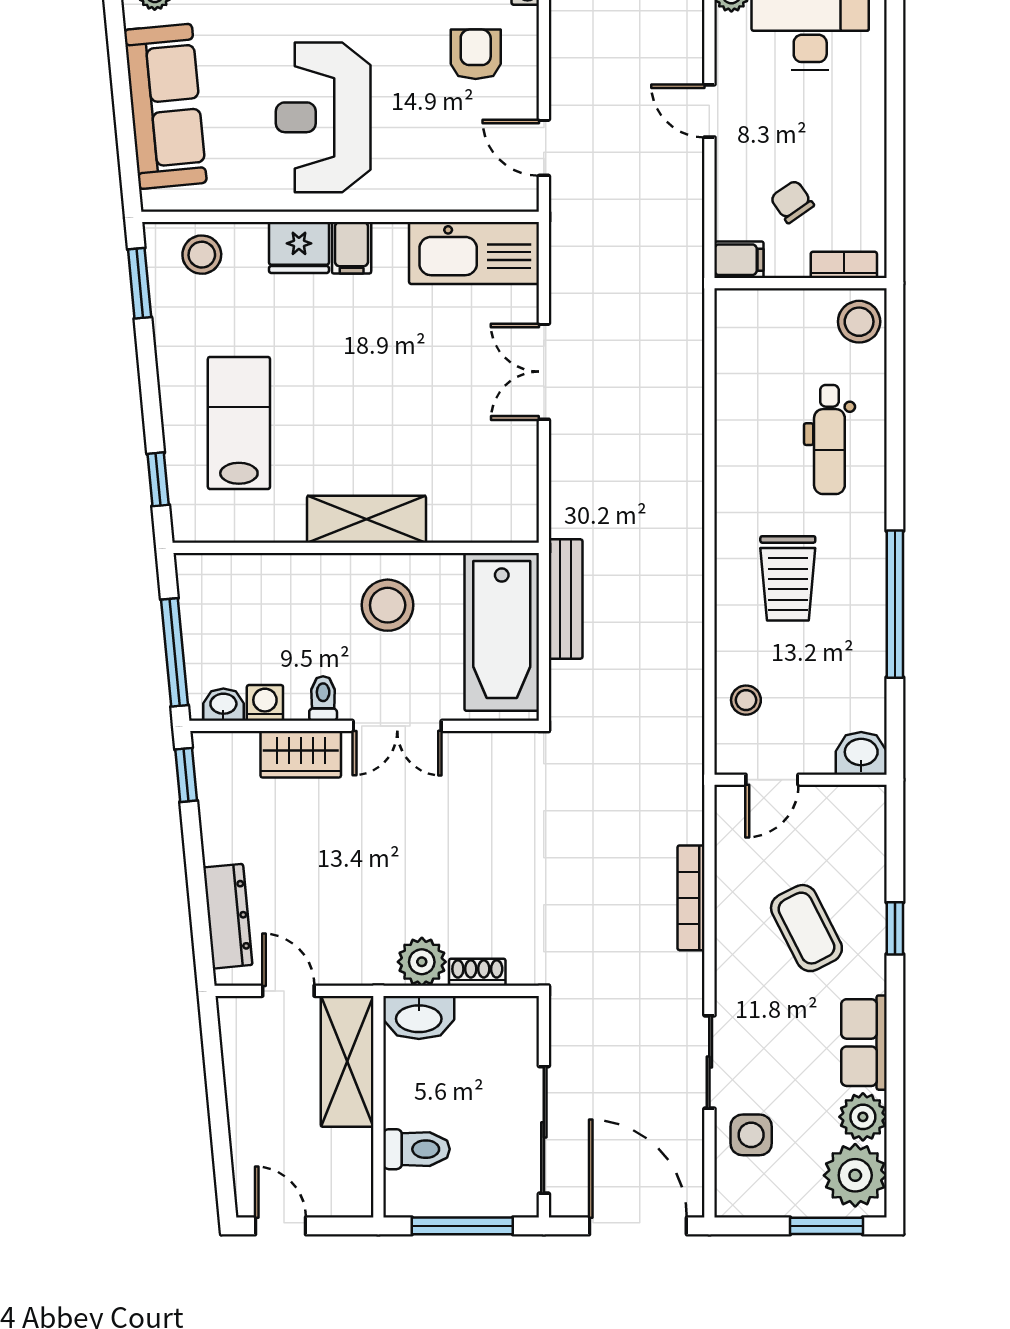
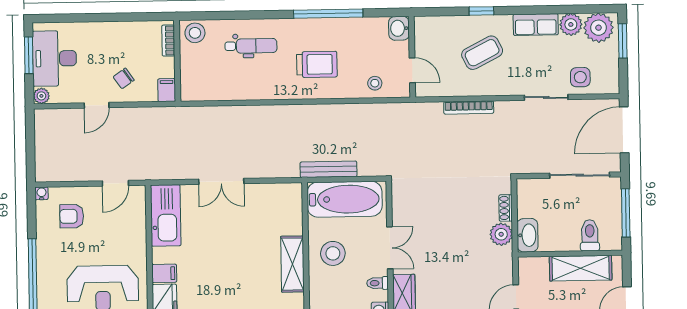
chair: (792, 202) -> (124, 78), moved
shelving: (347, 1061) -> (581, 268), moved

